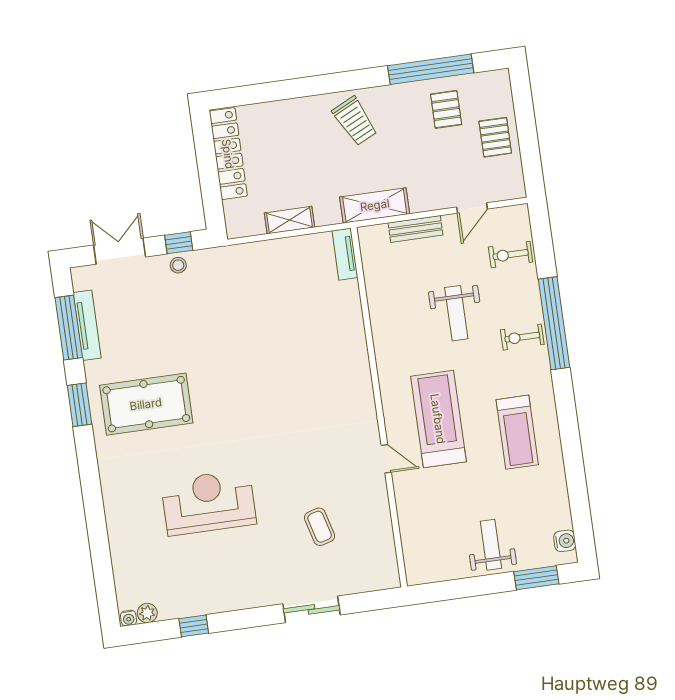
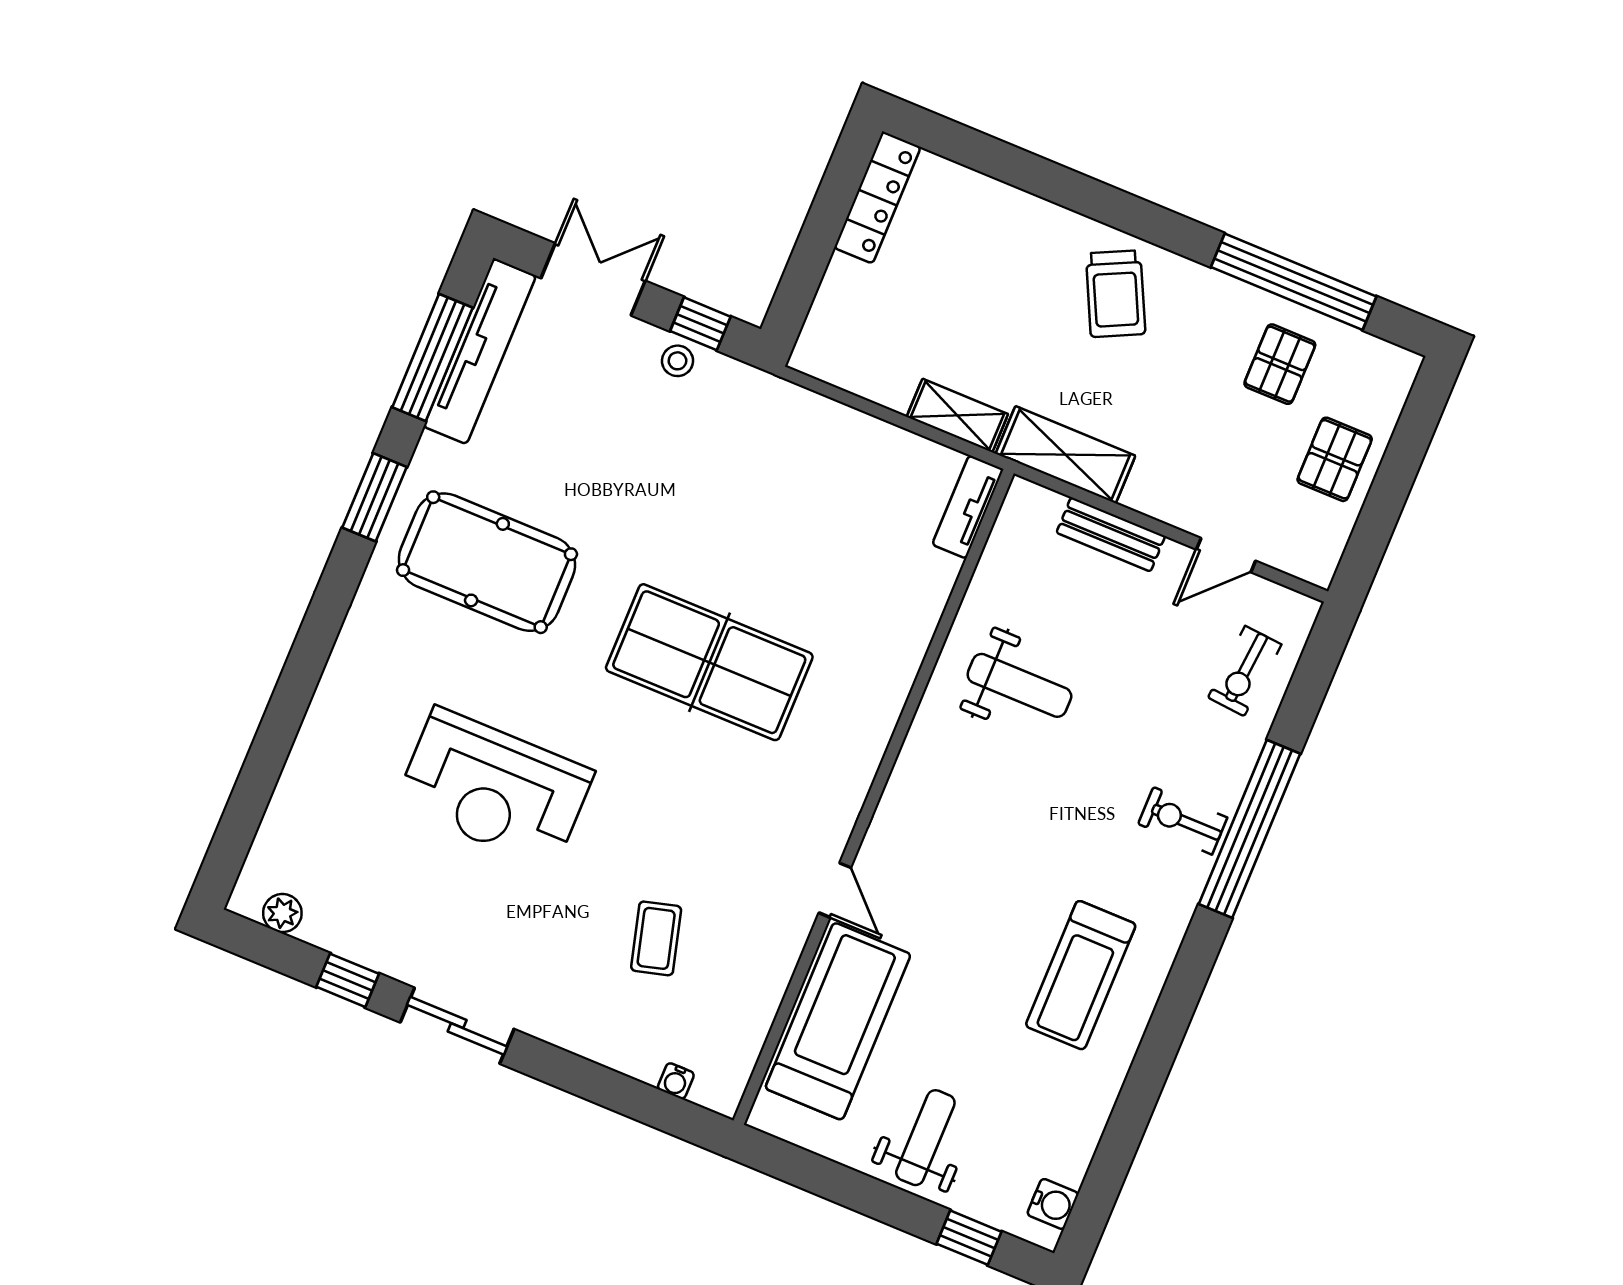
locker: (228, 154) -> (877, 197), width x0.71, depth x0.83
shelving: (290, 220) -> (957, 415), moved
exercise bike: (511, 255) -> (1245, 671), turned -85
weight bench: (456, 313) -> (1019, 685), moved, turned -90
tv unit: (87, 325) -> (480, 351), width x1.36, depth x1.29
table tennis table: (271, 390) -> (709, 662), added
treadmill: (438, 419) -> (838, 1021), moved
reception desk: (209, 502) -> (494, 788), turned 180
window: (536, 578) -> (969, 1238), width x0.67
sliding door: (311, 609) -> (457, 1026), moved
water cooler: (129, 618) -> (676, 1081), moved

